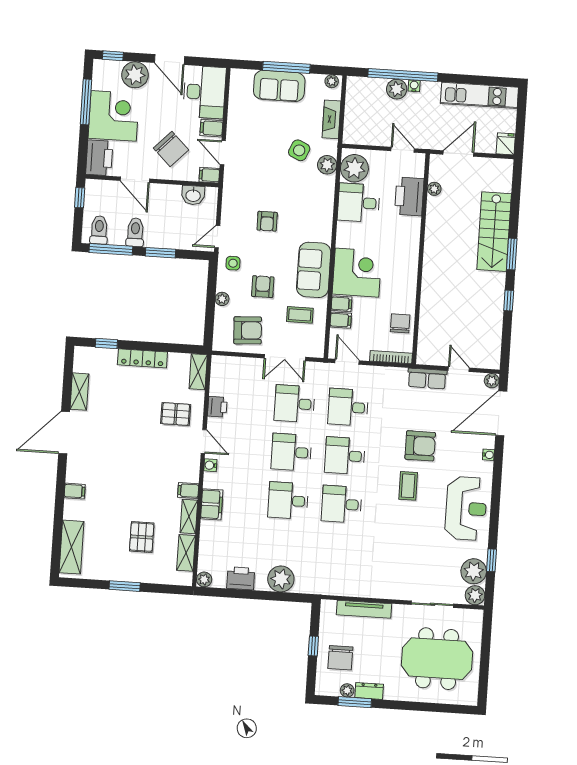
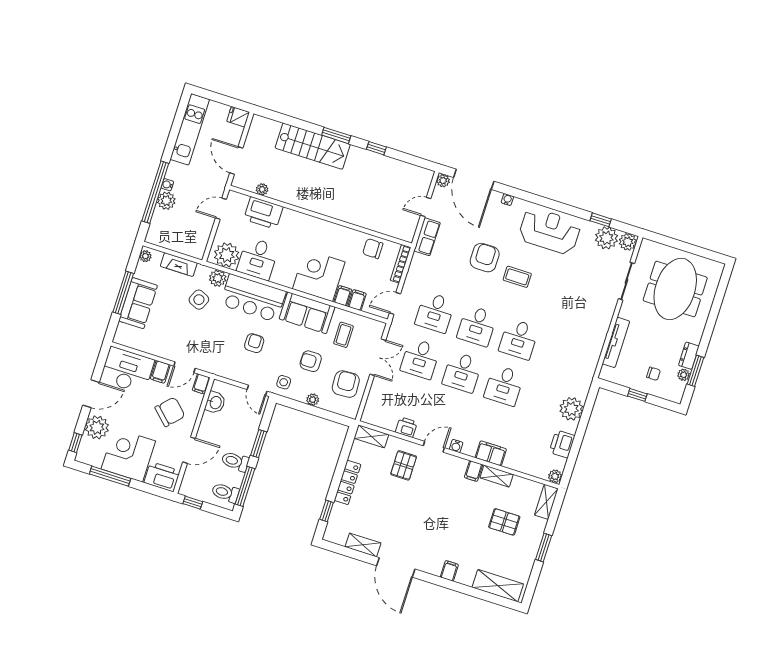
bar counter: (315, 208) -> (253, 298), added
armchair: (267, 221) -> (254, 343), turned -90
shelving: (186, 553) -> (546, 502), moved, turned 90
chair: (340, 658) -> (653, 374), width x0.54, depth x0.54

